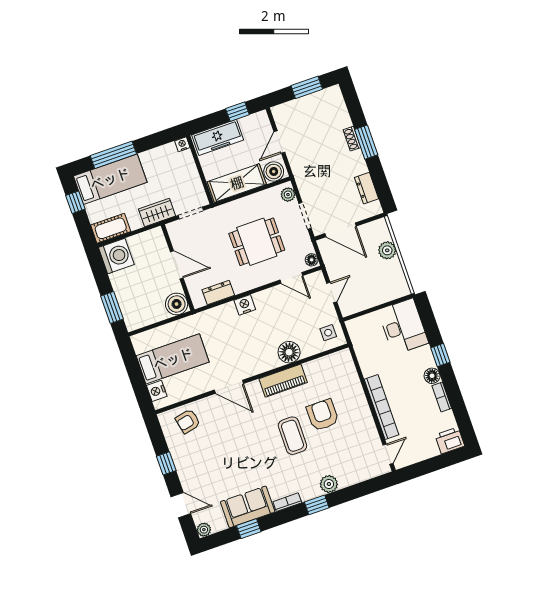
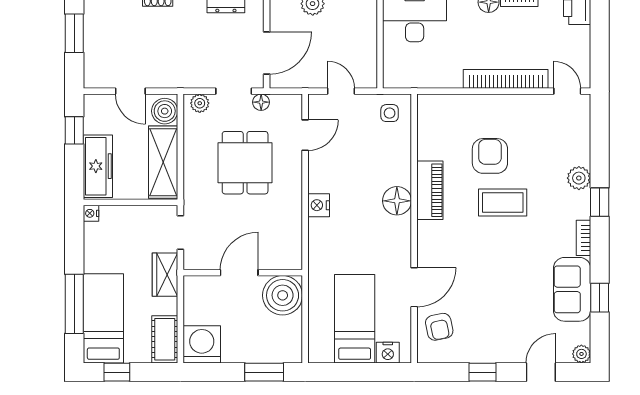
floor lamp: (312, 260) -> (261, 102), moved
dresser: (218, 293) -> (292, 233), removed
boiler: (177, 304) -> (283, 295), width x1.37, depth x1.37
floor lamp: (289, 352) -> (397, 201), moved
door: (229, 387) -> (414, 287), moved
armchair: (323, 415) -> (490, 156), turned 90

